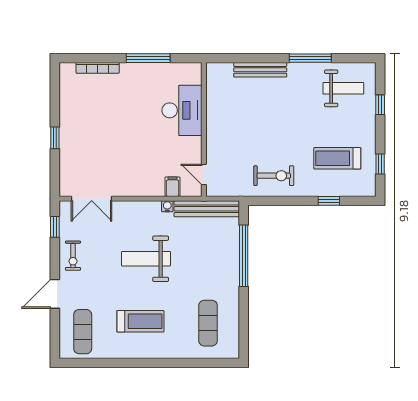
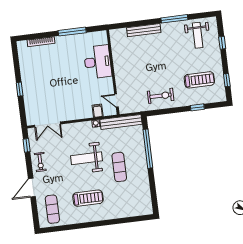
weight bench: (343, 88) -> (198, 35), turned 90
treadmill: (337, 158) -> (199, 80), turned 180
exercise mat: (208, 323) -> (119, 167), moved

